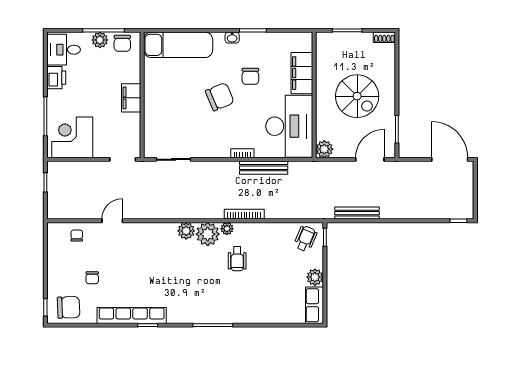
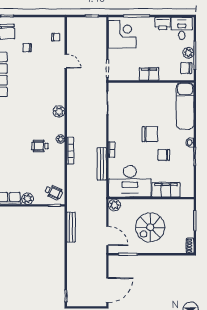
chair: (220, 97) -> (150, 134), turned -67
plant: (208, 234) -> (57, 126), removed

